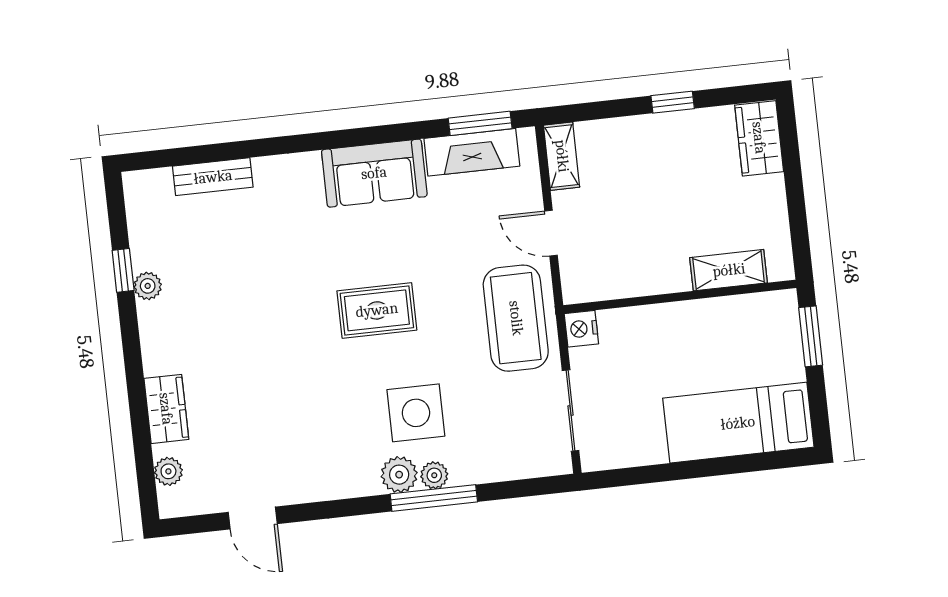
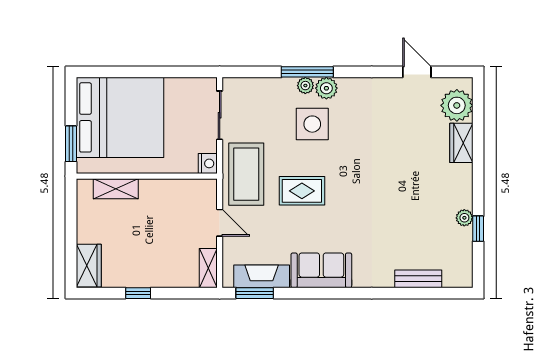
rug: (377, 310) -> (302, 191), moved
bed: (738, 423) -> (120, 117), width x2.04
plant: (168, 471) -> (457, 105), width x1.88, depth x1.88

